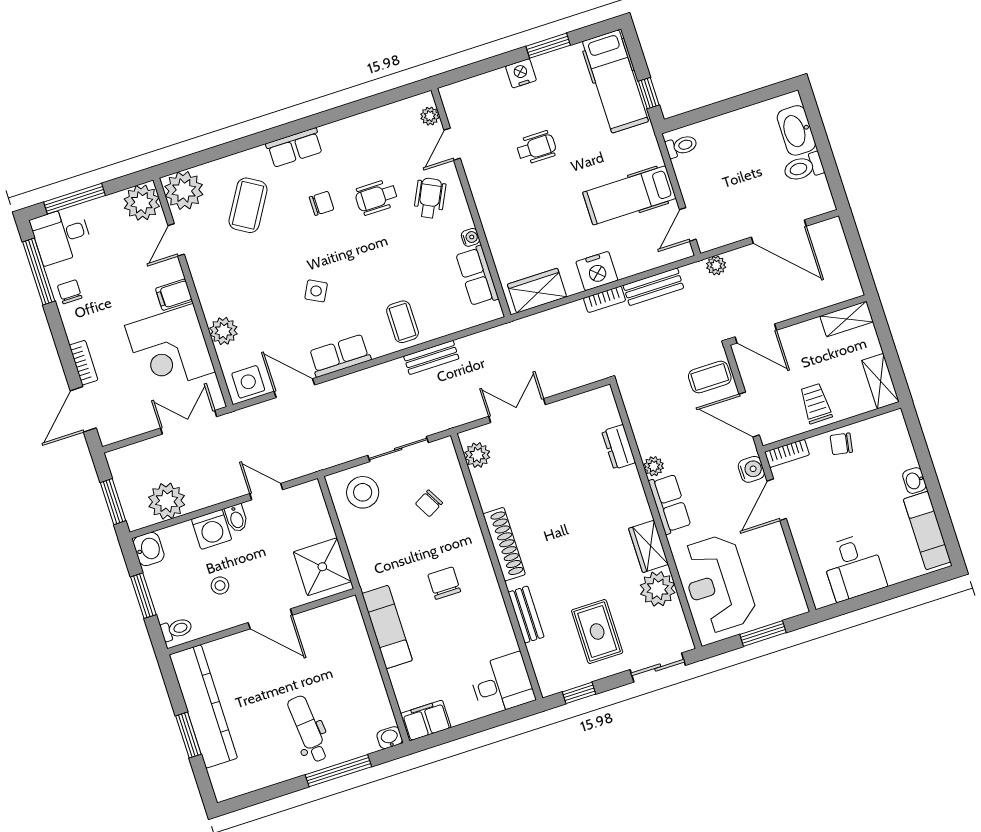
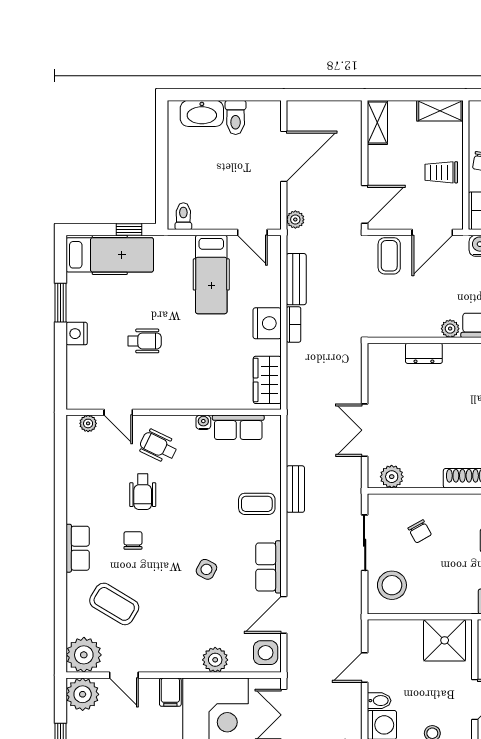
wheelchair: (536, 148) -> (145, 341), turned 90

